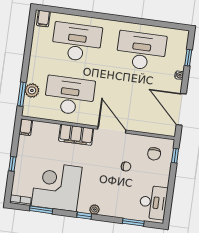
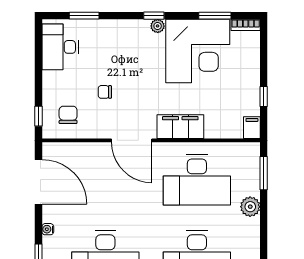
plant: (32, 90) -> (250, 207), moved
window: (12, 164) -> (264, 96), moved
plant: (94, 209) -> (158, 26), moved

